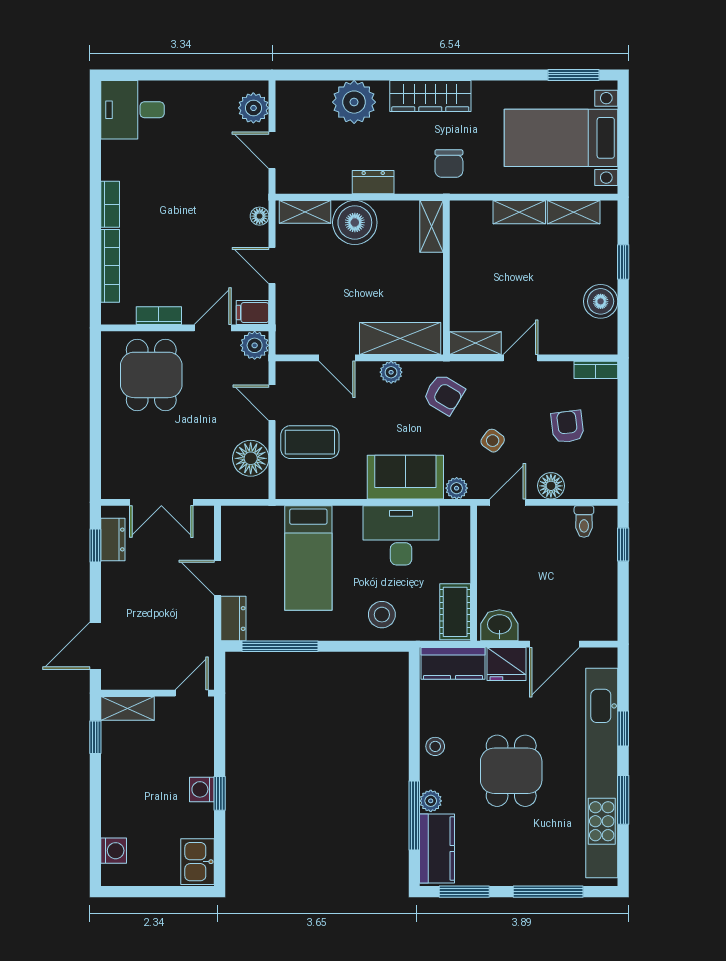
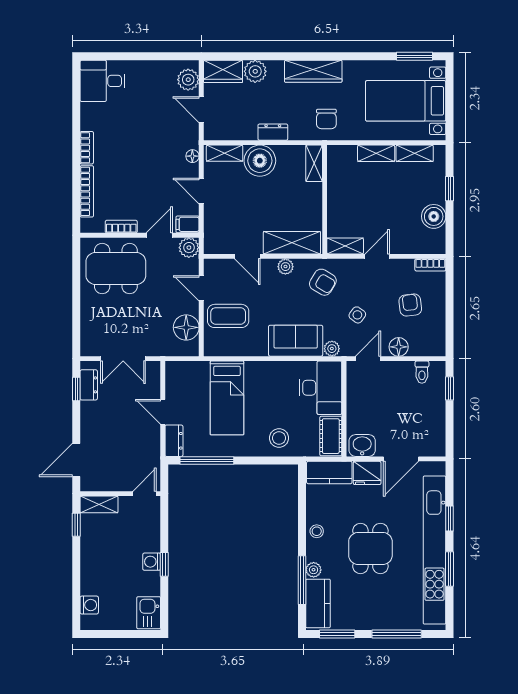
wardrobe: (303, 96) -> (223, 71), added
plant: (354, 102) -> (255, 71), width x0.73, depth x0.73
dining table: (151, 375) -> (116, 269), width x1.37
desk: (401, 535) -> (321, 388), moved, turned 90

